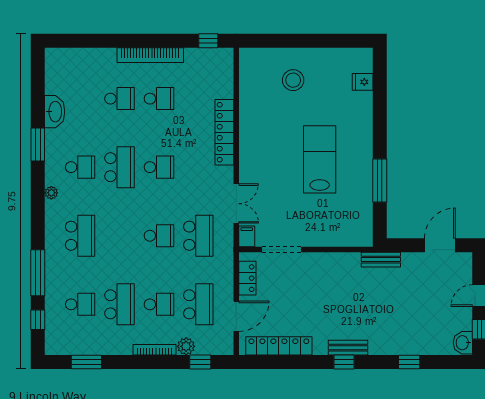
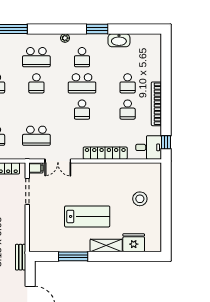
desk: (216, 67) -> (149, 147), added
fridge: (363, 82) -> (134, 243), width x1.88, depth x1.34
shelving: (363, 131) -> (106, 245), added
school desk: (159, 236) -> (36, 83), moved

